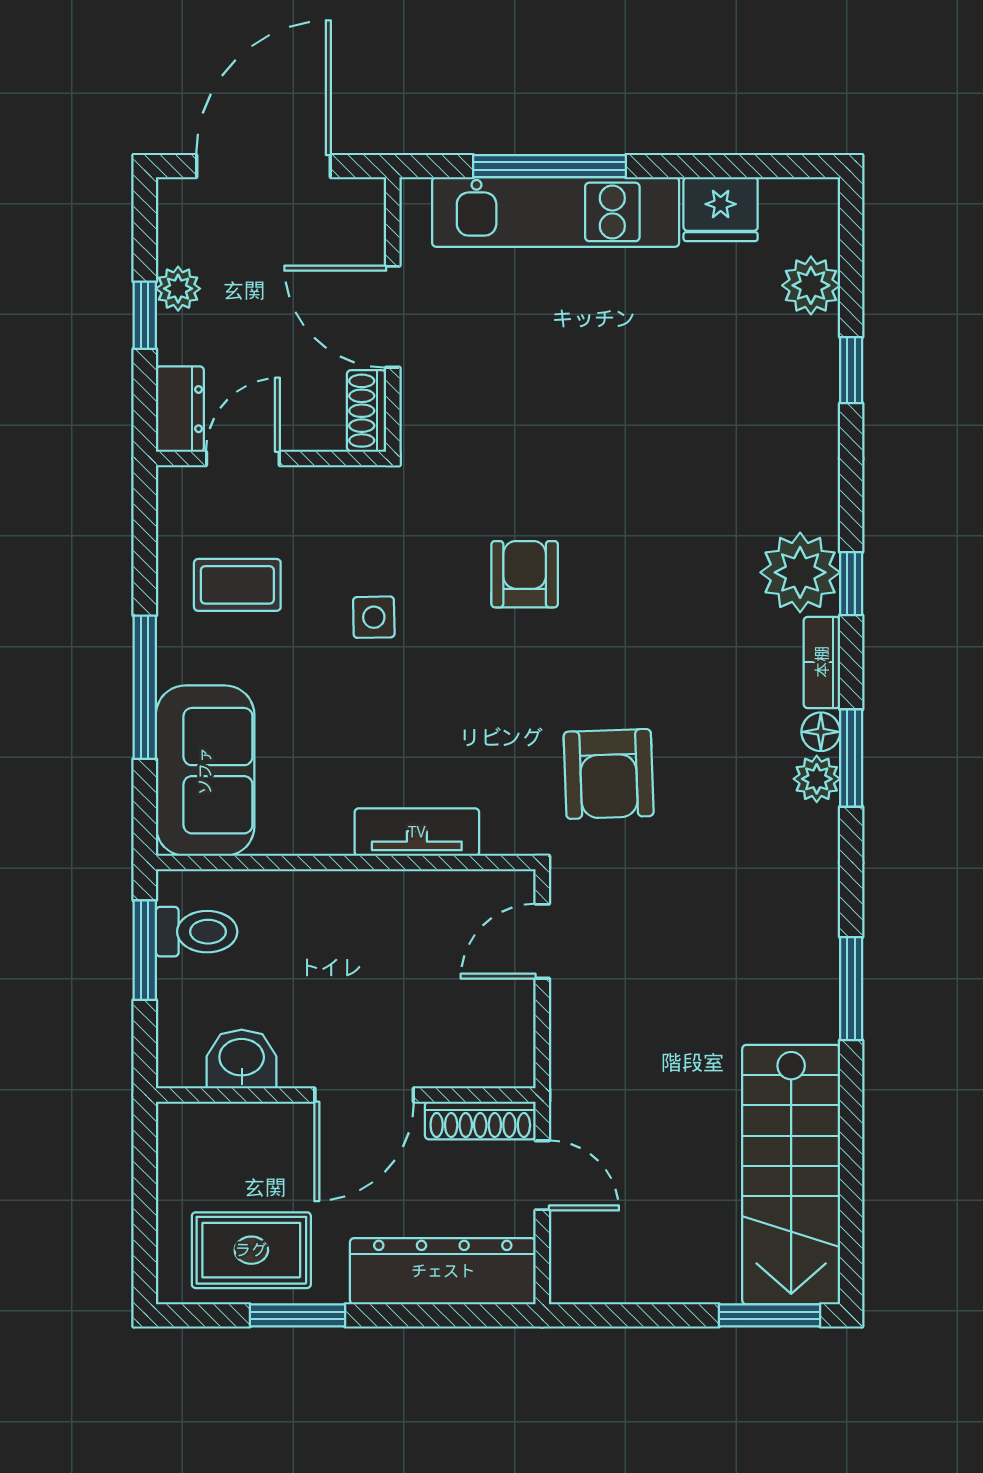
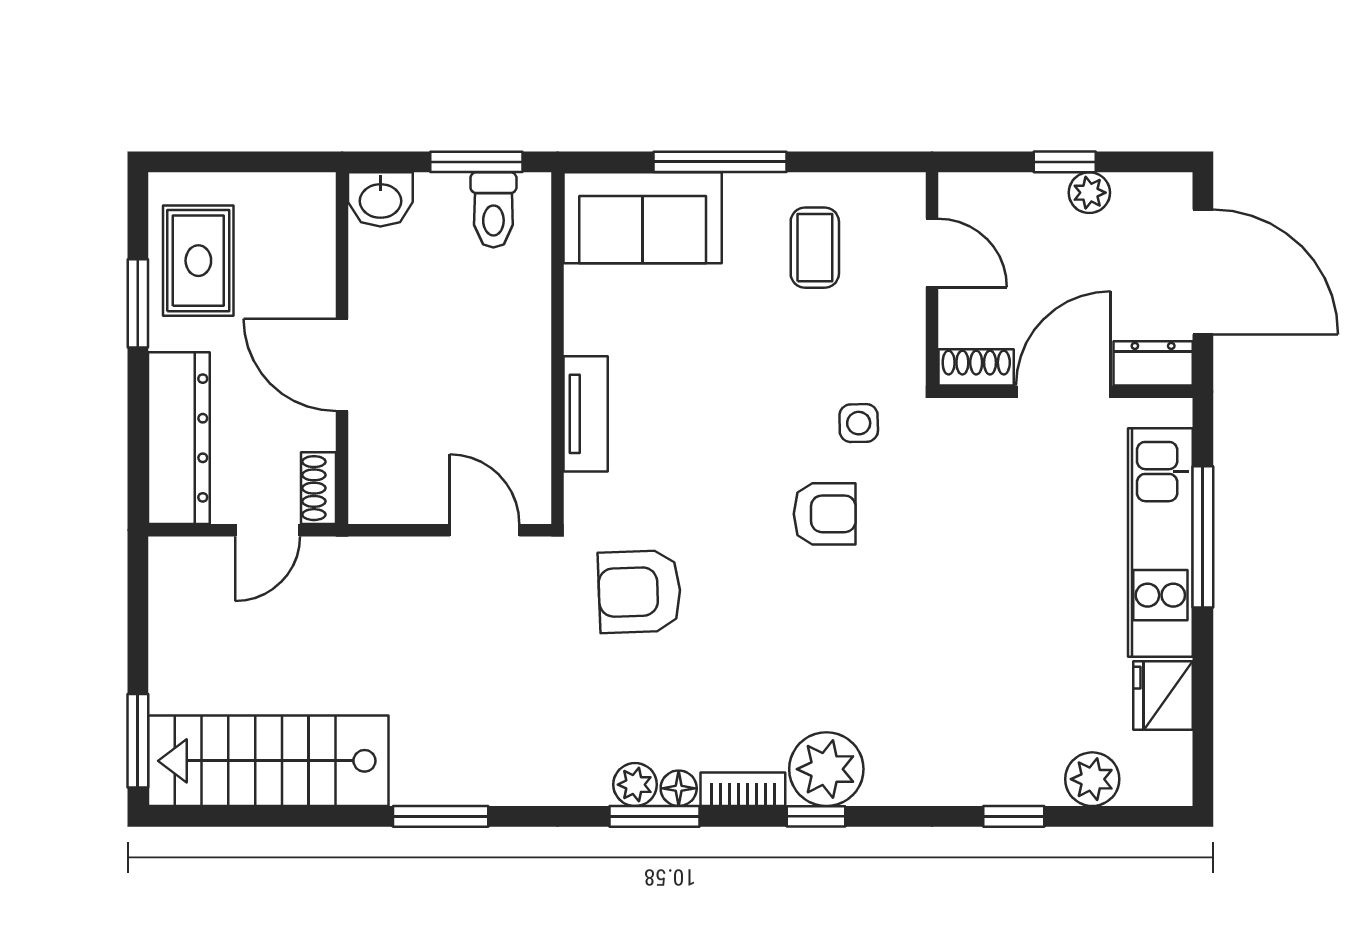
dresser: (180, 409) -> (1153, 363), moved, turned 180
side table: (374, 617) -> (859, 423), moved
washbasin: (242, 1059) -> (380, 199), moved, turned 90
shoe rack: (480, 1120) -> (318, 488), width x0.70

